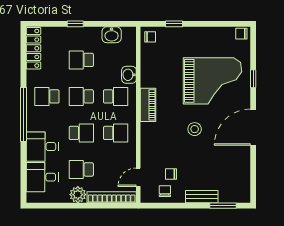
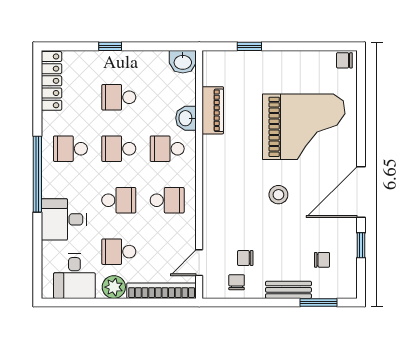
washbasin: (112, 35) -> (183, 62), moved
chair: (150, 37) -> (322, 260), moved
window: (253, 79) -> (361, 245), moved
school desk: (116, 96) -> (167, 149), turned 180
piano: (148, 105) -> (213, 110), moved
desk: (42, 177) -> (74, 276), moved, turned -90

